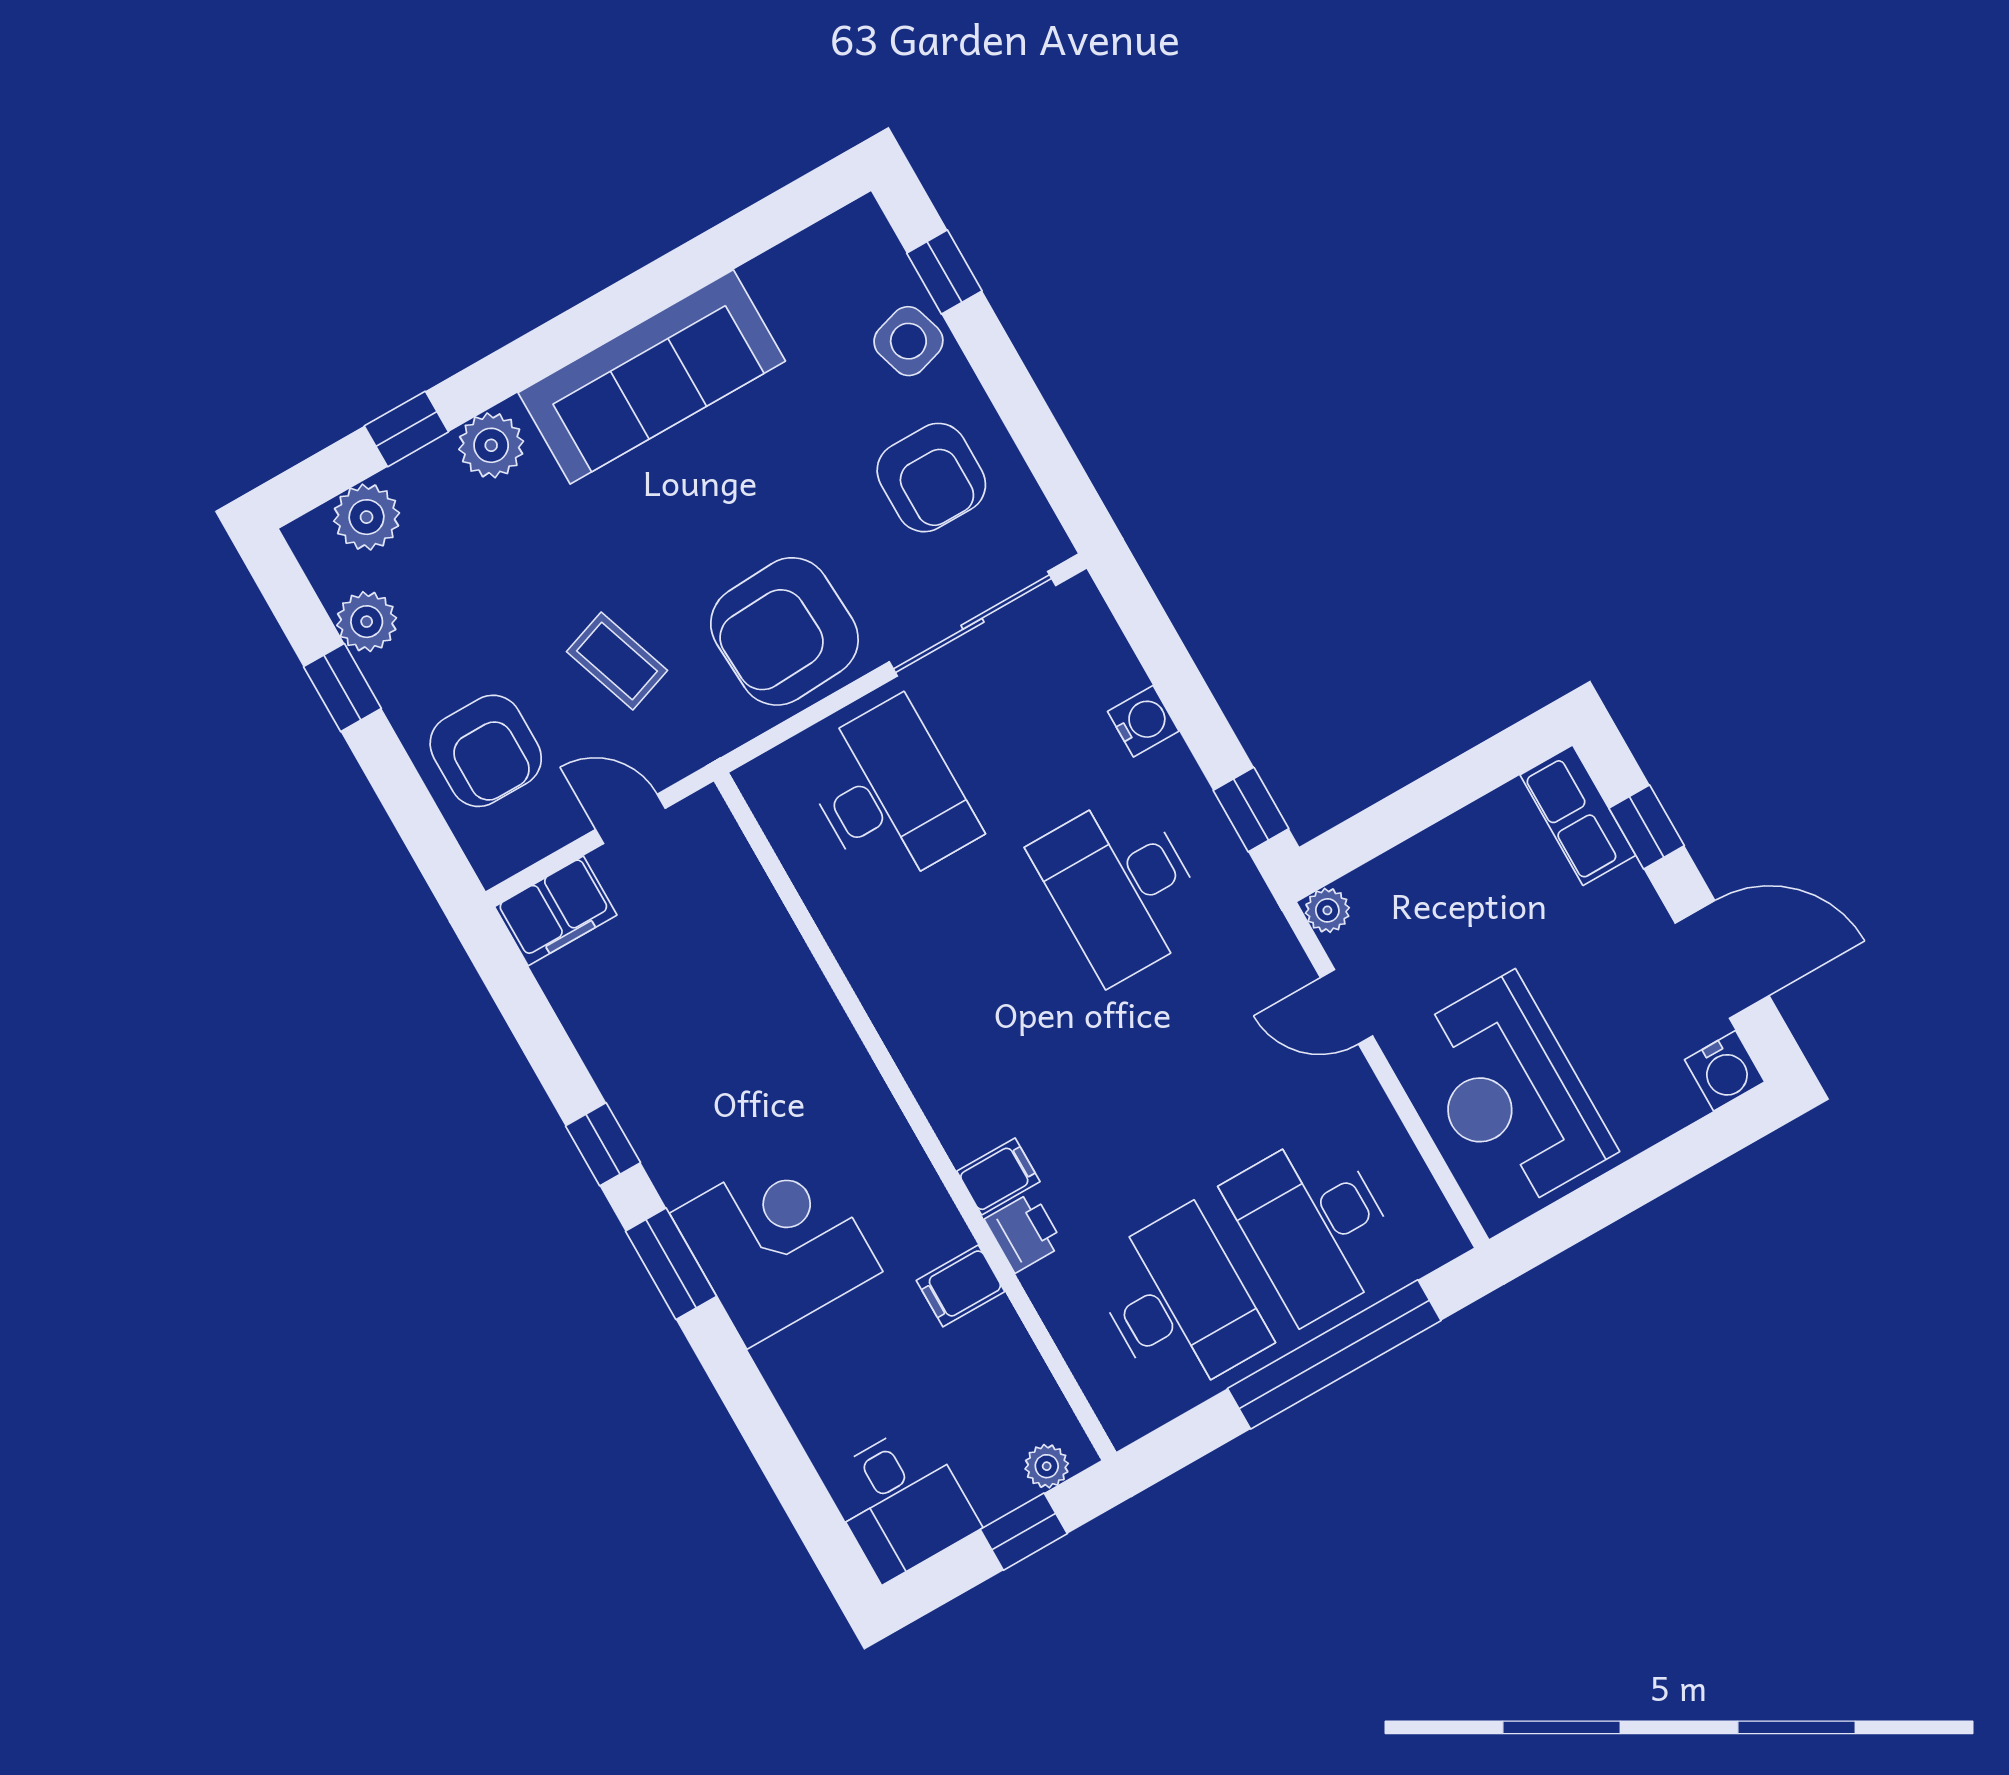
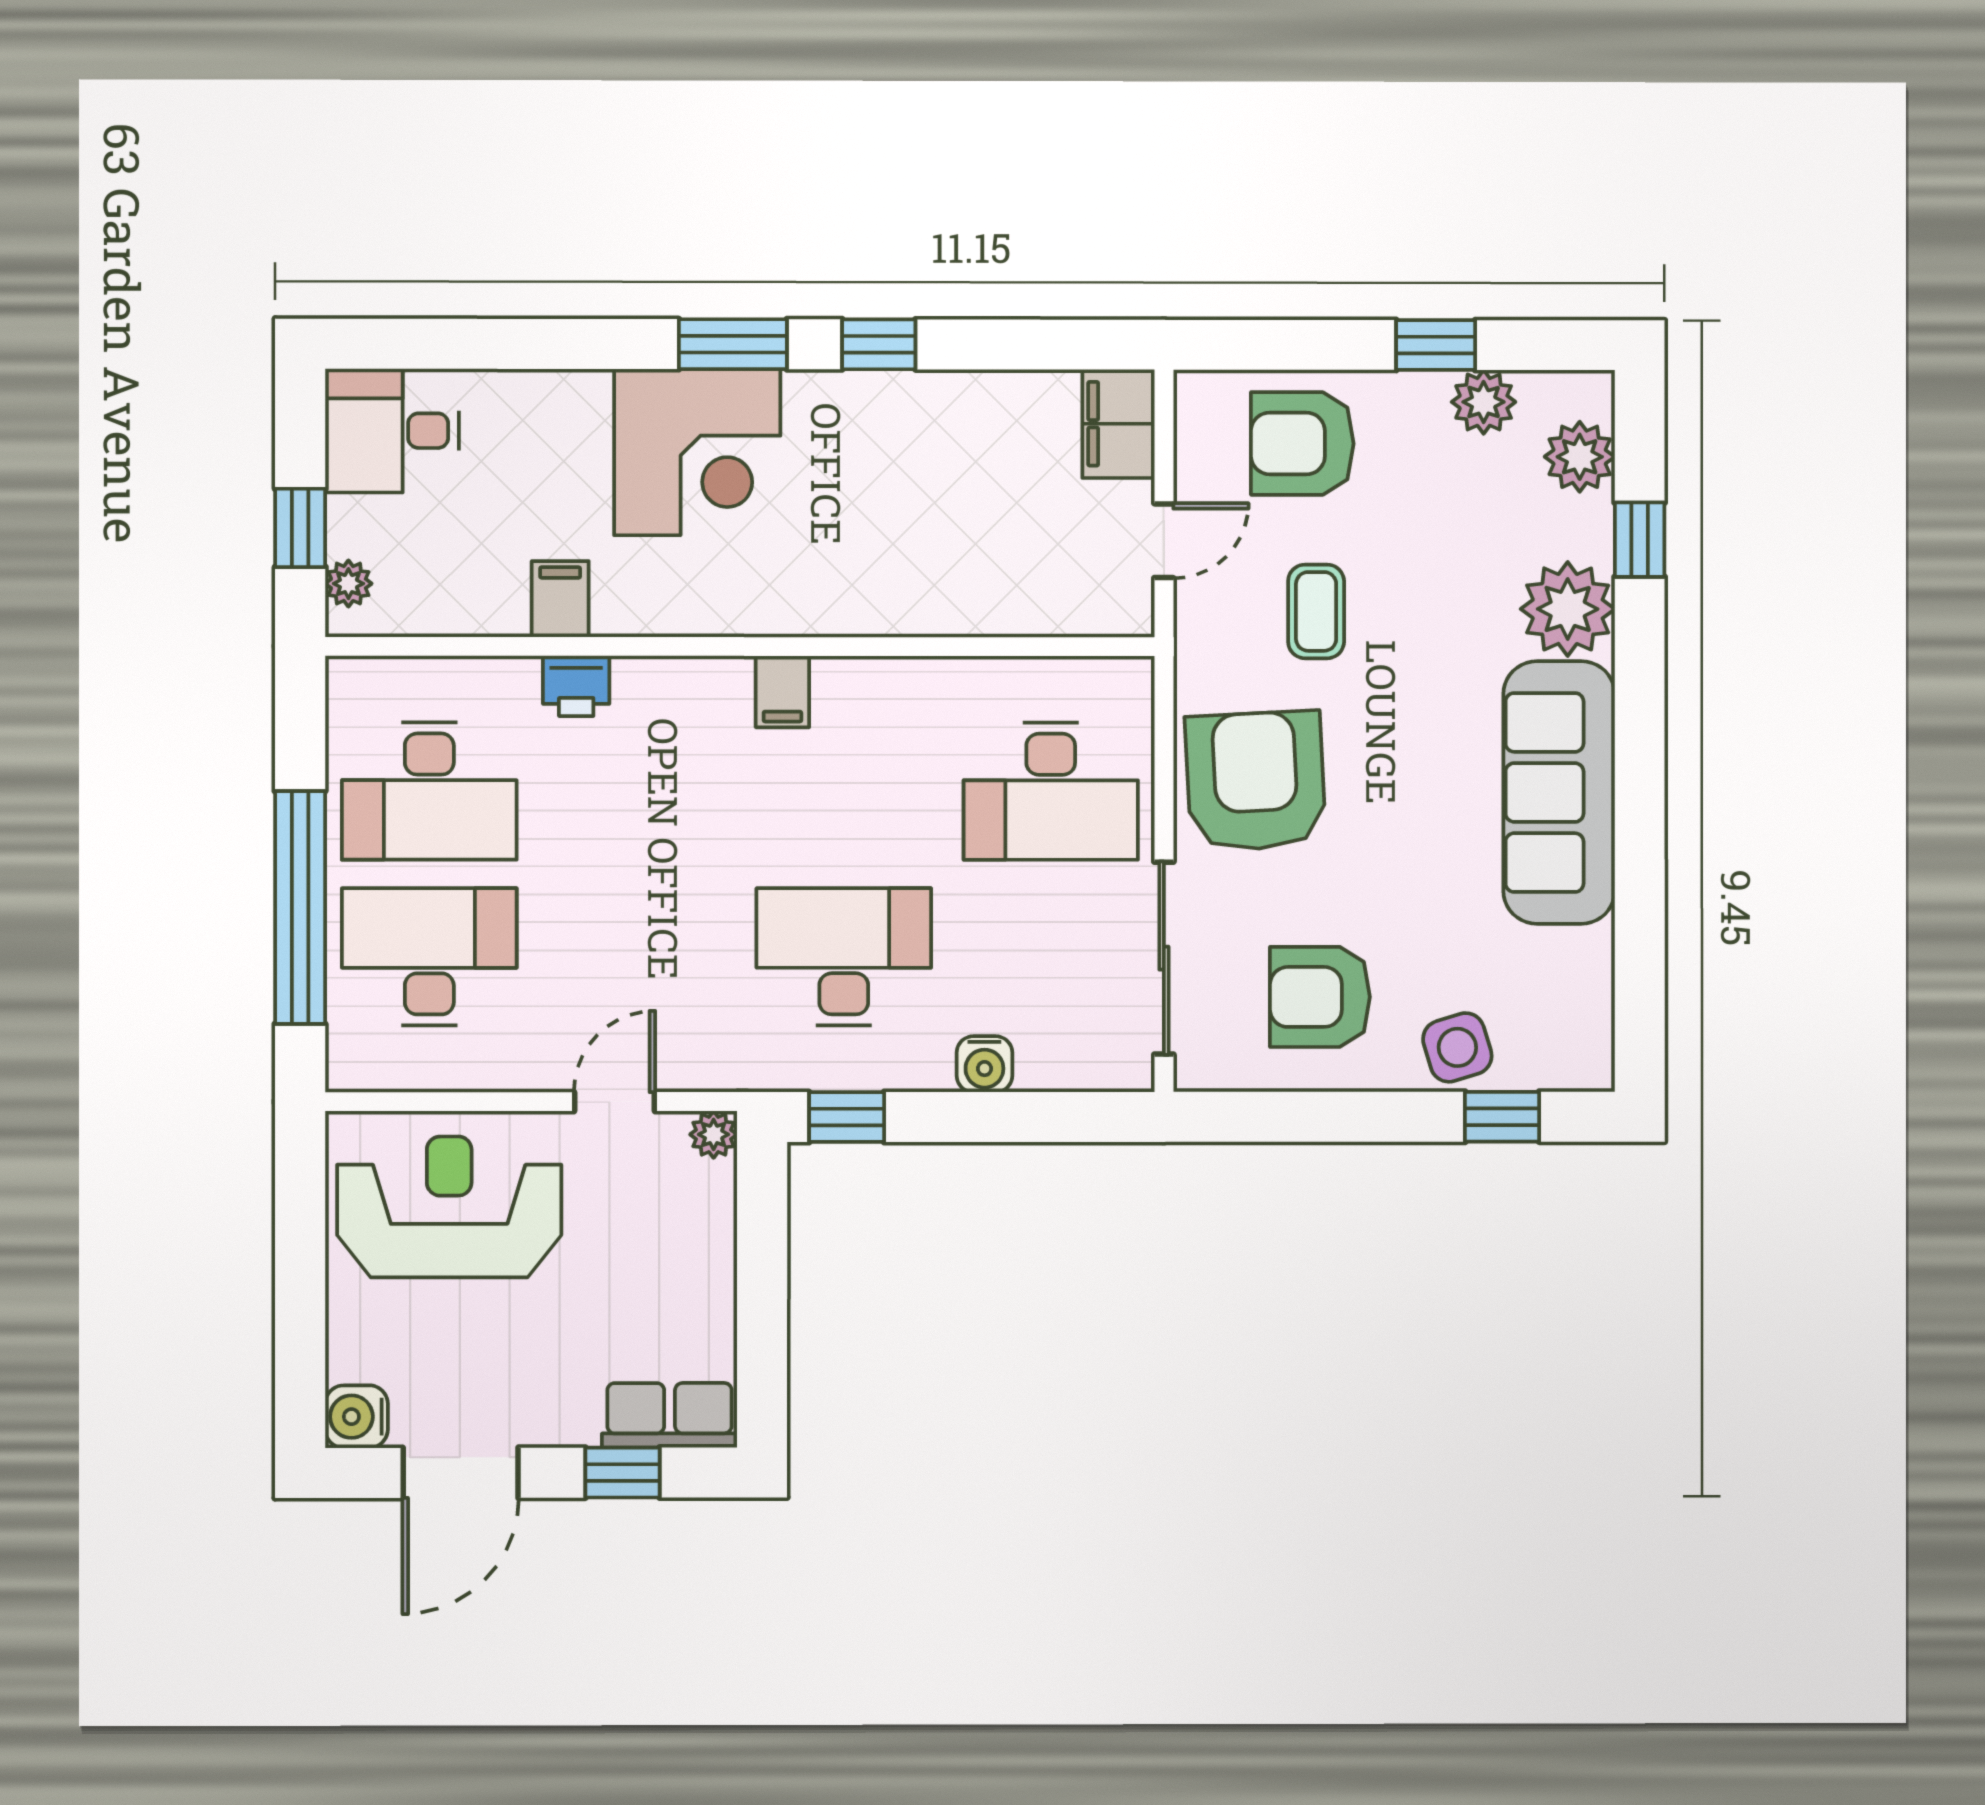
plant: (491, 445) -> (1568, 609), width x1.36, depth x1.36
coffee table: (617, 661) -> (1316, 611), turned -71
filing cabinet: (998, 1176) -> (782, 692), moved

